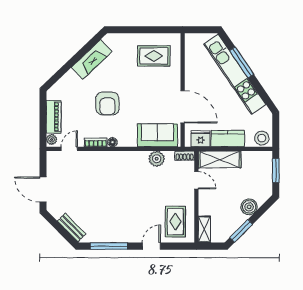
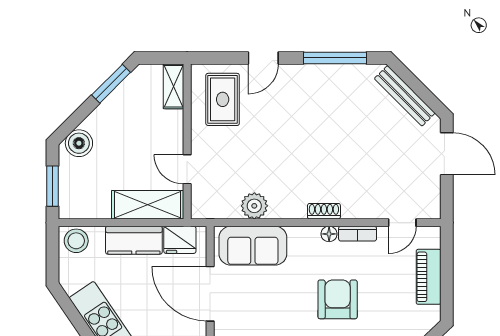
plant: (52, 139) -> (432, 239), removed
shoe rack: (185, 156) -> (324, 211), moved
boiler: (249, 207) -> (79, 143), moved
bench: (72, 228) -> (405, 96), width x1.36

